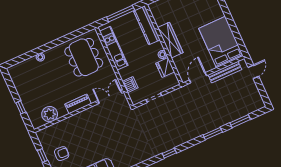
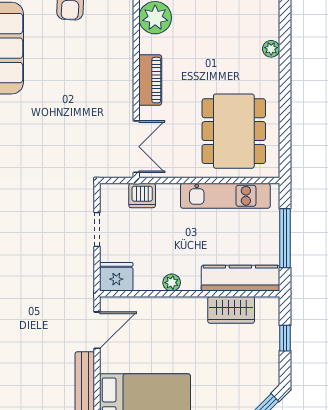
wardrobe: (170, 40) -> (231, 310), moved, width x0.67
dining table: (84, 57) -> (234, 131), turned 90
fridge: (165, 68) -> (116, 277), moved
door: (198, 78) -> (97, 330), hinge flipped

